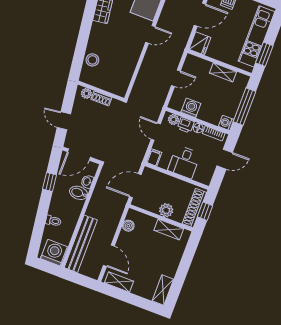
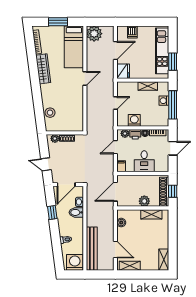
washing machine: (226, 123) -> (164, 101), moved
door: (156, 132) -> (115, 147), hinge flipped

